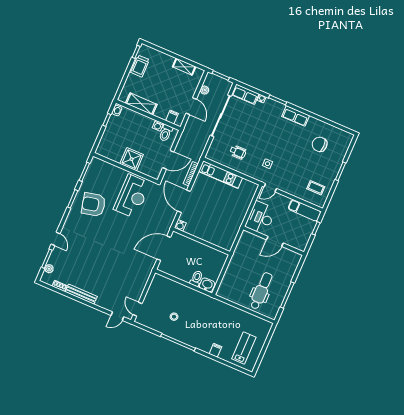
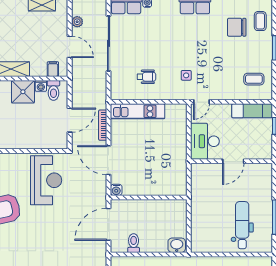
coffee table: (339, 147) -> (260, 21), added
shower: (132, 159) -> (23, 92), moved
toilet: (196, 278) -> (134, 243), moved

